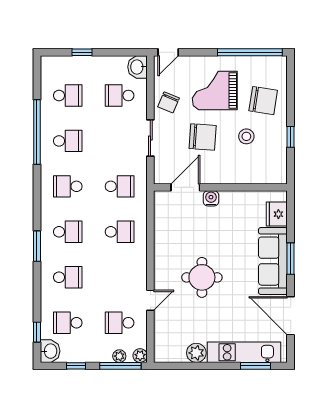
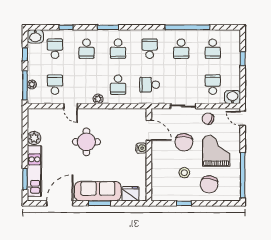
school desk: (120, 186) -> (150, 85), turned 90
window: (37, 332) -> (66, 27), moved
plant: (140, 356) -> (98, 99), moved

